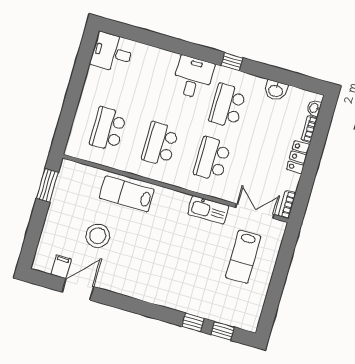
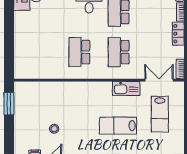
school desk: (108, 129) -> (40, 52), removed
lab bench: (127, 194) -> (118, 126), moved
stool: (98, 236) -> (54, 129), width x0.53, depth x0.53

